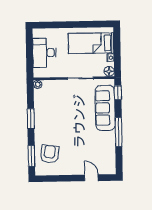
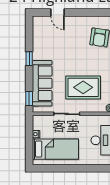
floor lamp: (109, 71) -> (38, 120), removed
rug: (65, 104) -> (83, 87), added
window: (119, 132) -> (29, 59), width x0.46

